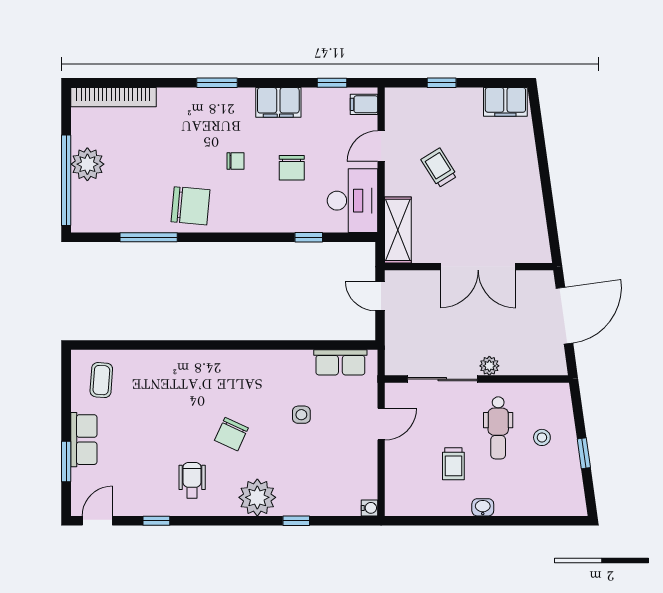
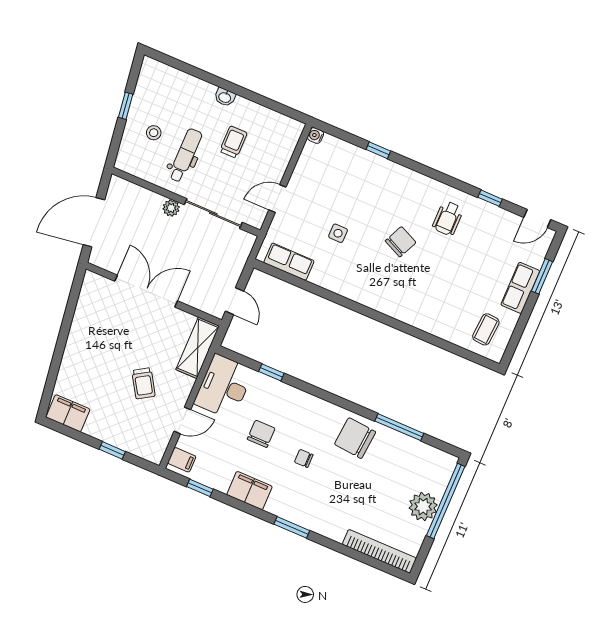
plant: (257, 497) -> (402, 182), removed

